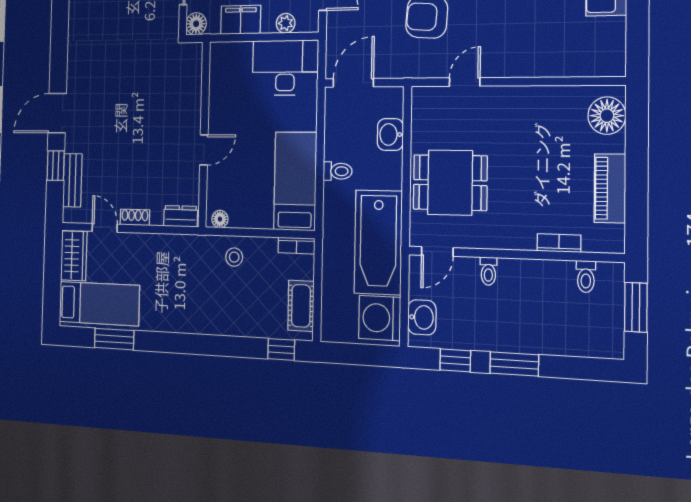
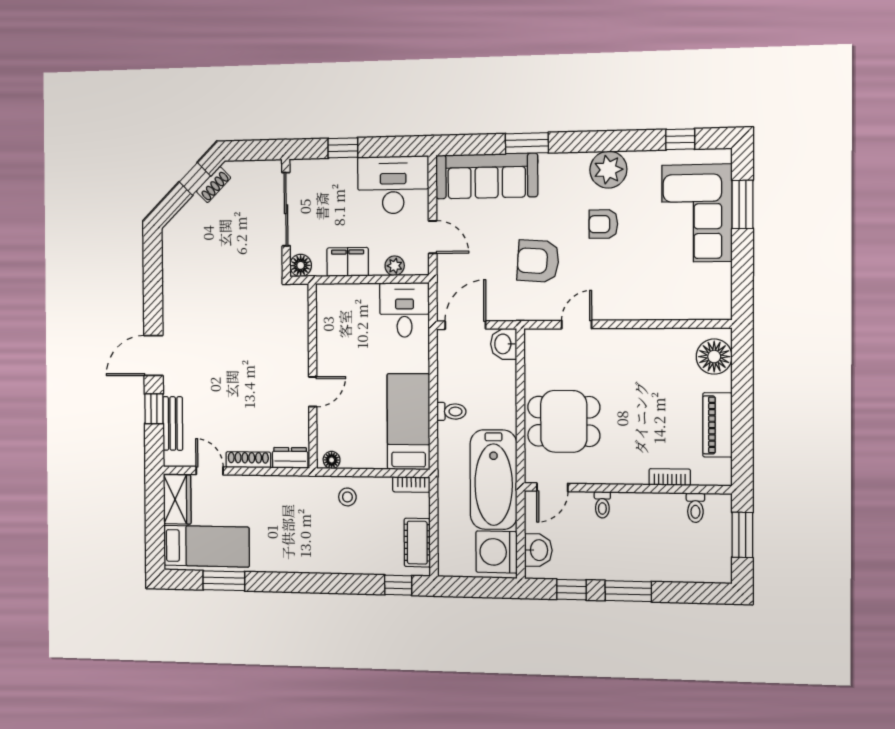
desk: (285, 68) -> (404, 310), width x0.73
washbasin: (390, 135) -> (504, 344), moved
shoe rack: (135, 217) -> (248, 460), width x1.43

